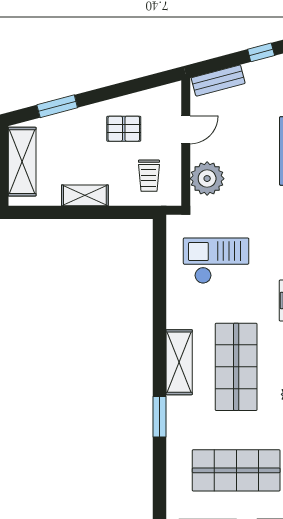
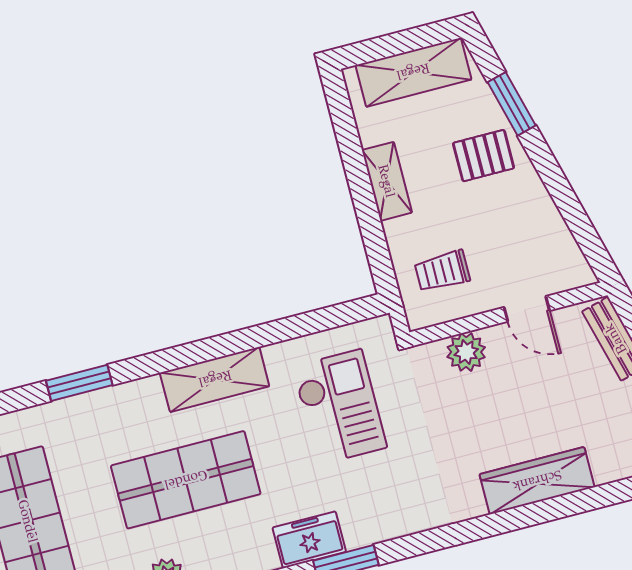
pallet: (124, 129) -> (484, 156), moved, turned 90
plant: (207, 179) -> (466, 352), width x0.73, depth x0.73
shelving: (179, 362) -> (215, 379), moved

